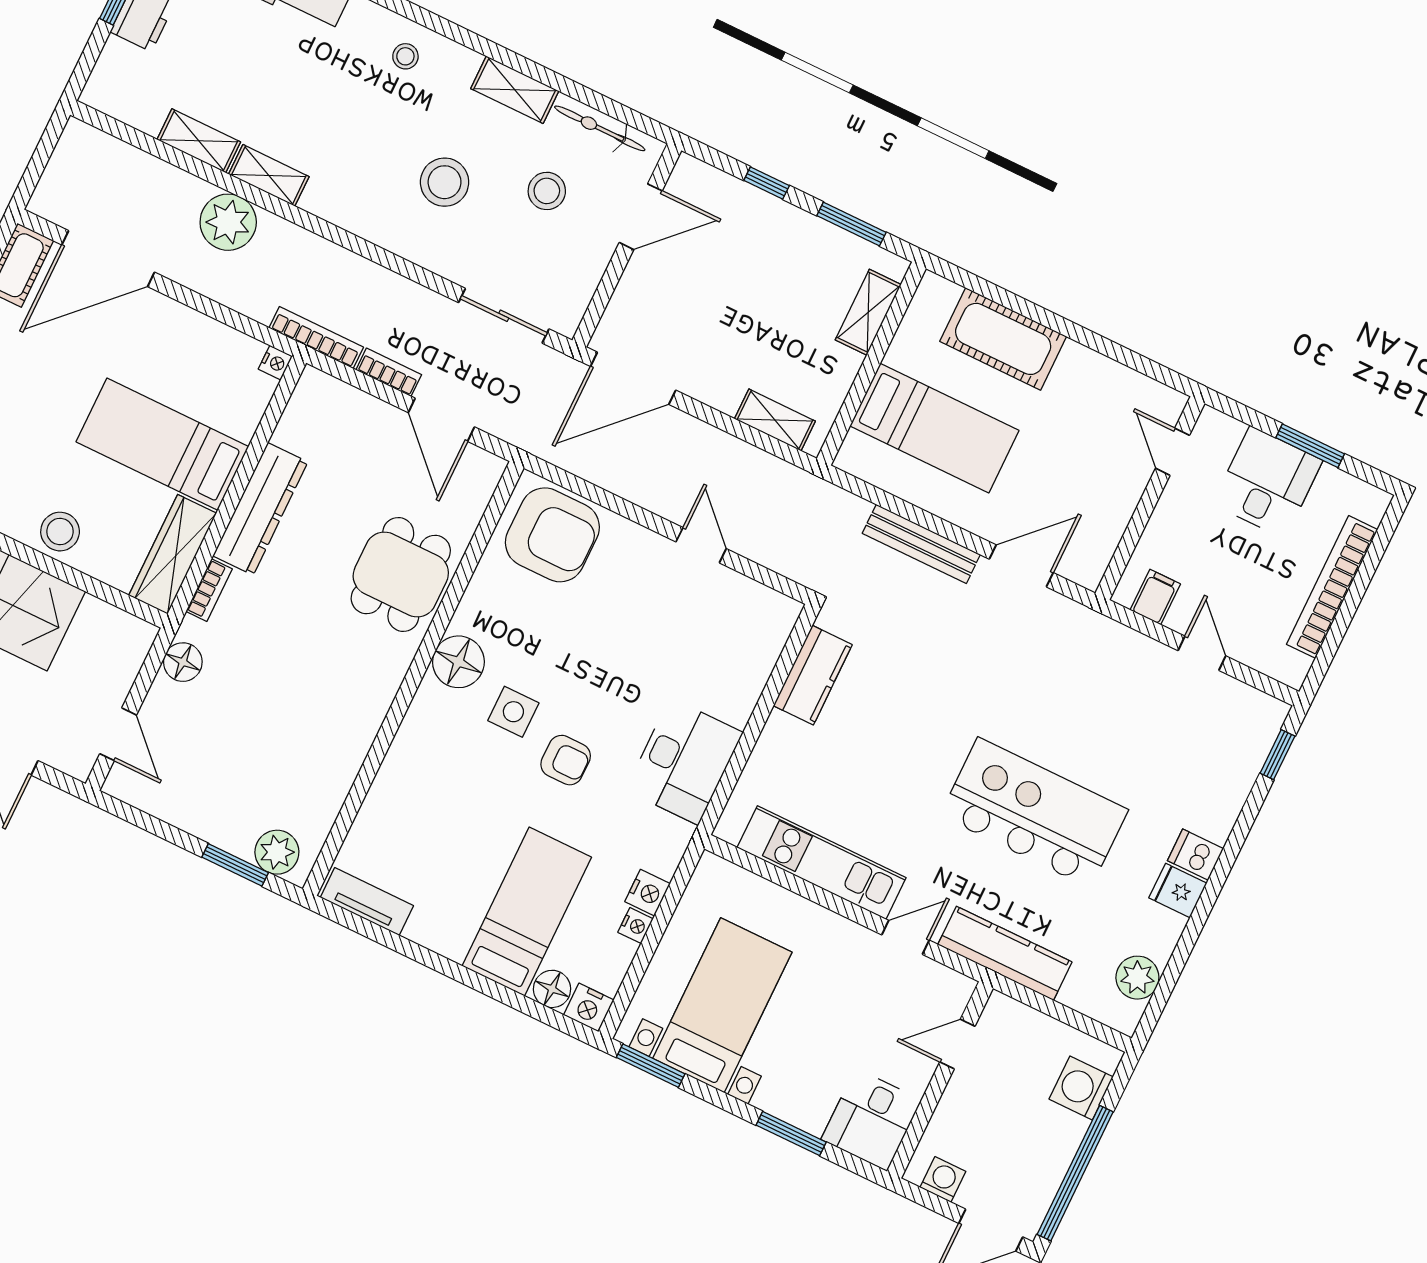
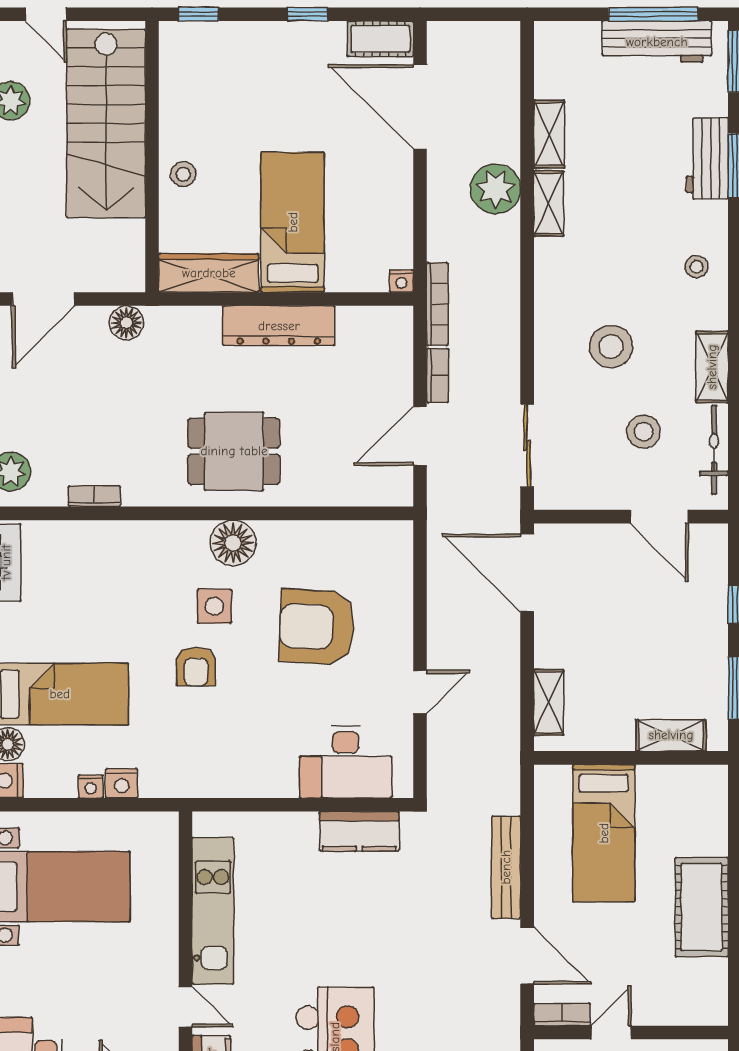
cot: (1003, 339) -> (702, 907), moved
door: (1172, 452) -> (611, 1033), moved
stool: (60, 532) -> (183, 174), width x0.73, depth x0.73
armchair: (552, 535) -> (317, 627), moved, turned 93
bookcase: (1098, 559) -> (562, 1015), added
dining table: (401, 574) -> (234, 451), moved
bookcase: (209, 590) -> (94, 496), moved, turned 180
door: (118, 734) -> (44, 299), width x1.38
desk: (684, 761) -> (346, 762), moved

